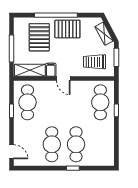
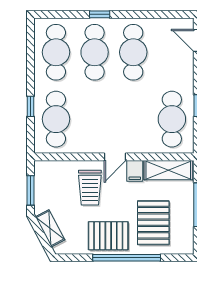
trolley: (95, 62) -> (90, 188), moved, turned 90
door: (63, 79) -> (115, 157), swing flipped
cafe table: (100, 144) -> (56, 52), added

